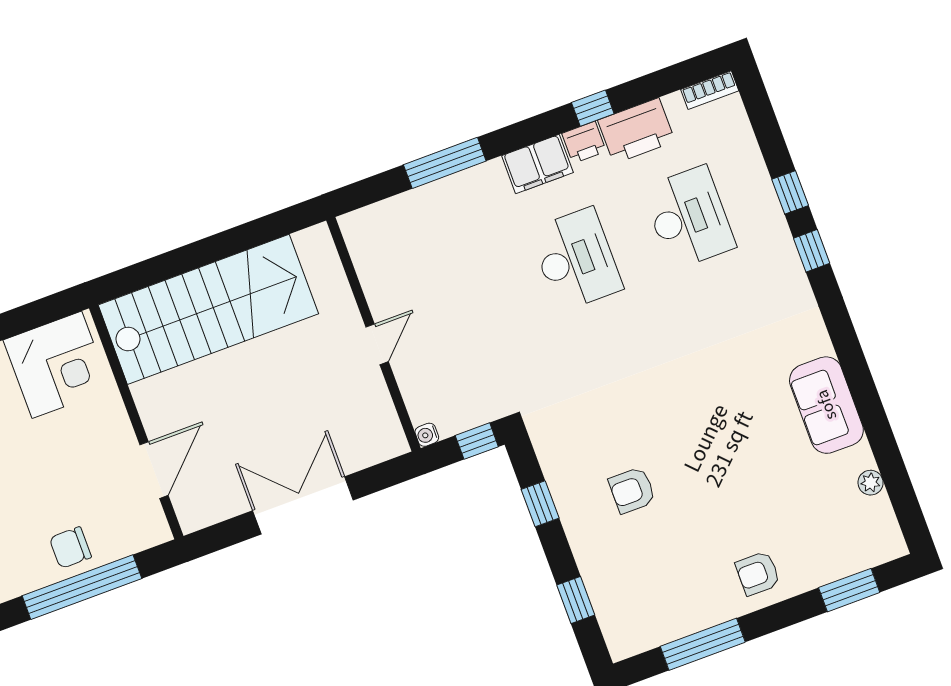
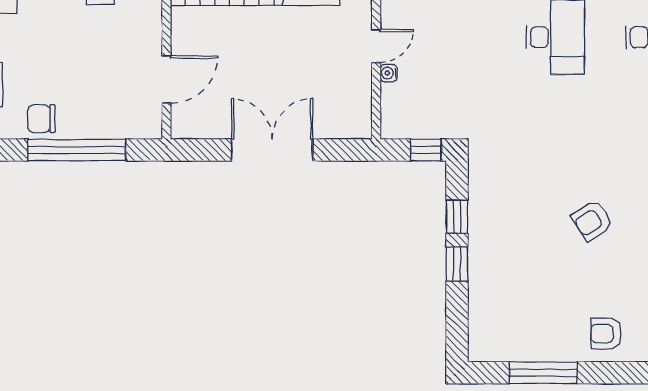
water cooler: (427, 435) -> (389, 73), moved
armchair: (632, 490) -> (592, 220), moved, turned -32
chair: (70, 548) -> (41, 119), moved
window: (576, 600) -> (457, 264), moved

